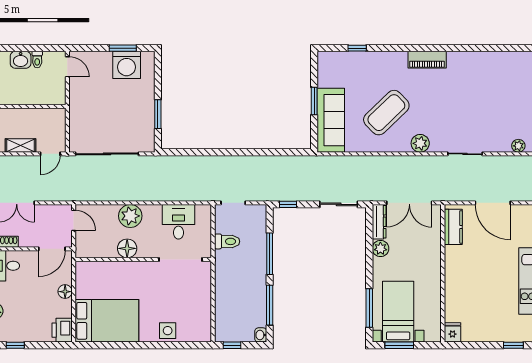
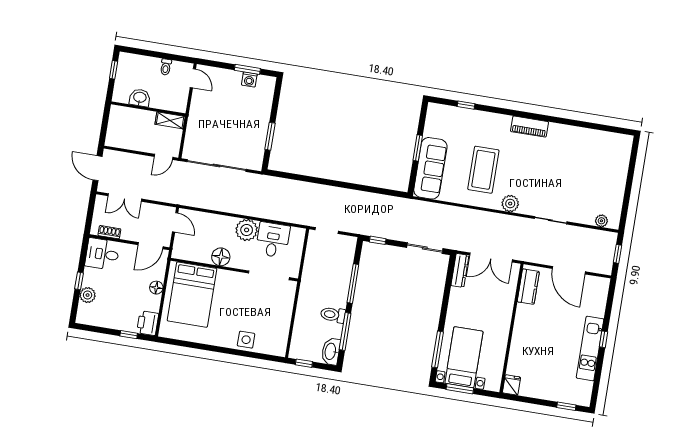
washbasin: (21, 60) -> (140, 98), moved, turned 180
washing machine: (127, 65) -> (249, 80), width x0.53, depth x0.53
coffee table: (386, 113) -> (483, 170), turned -46
shelving: (20, 145) -> (170, 120), moved
plant: (130, 216) -> (247, 230), moved
toilet: (227, 241) -> (333, 315), moved, turned 180
plant: (380, 249) -> (457, 296), removed
bed: (107, 321) -> (192, 295), moved, turned 90
washbasin: (261, 335) -> (331, 351), width x1.91, depth x1.45
window: (15, 345) -> (129, 335), moved

